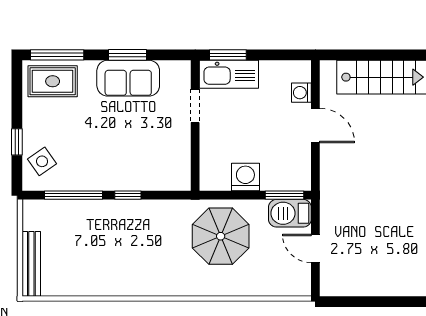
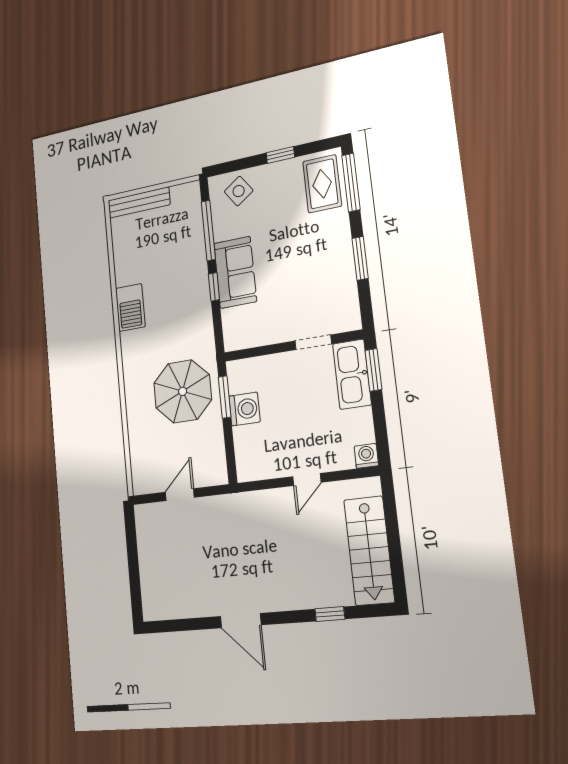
sofa: (128, 78) -> (235, 272), moved, turned 180
washing machine: (301, 93) -> (366, 456), moved
door: (315, 126) -> (307, 479), width x0.73
window: (17, 142) -> (280, 155), moved
window: (284, 195) -> (225, 397), moved
barbecue: (290, 213) -> (130, 308), moved, turned 180

